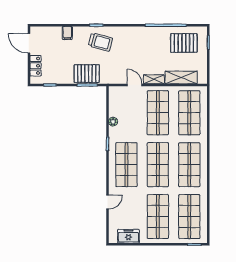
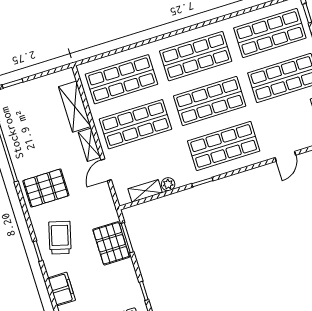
filing cabinet: (67, 33) -> (62, 289), width x2.00
pallet: (184, 43) -> (46, 188), moved, turned 90
shelving: (113, 106) -> (145, 191), added
door: (108, 202) -> (285, 156), swing flipped

